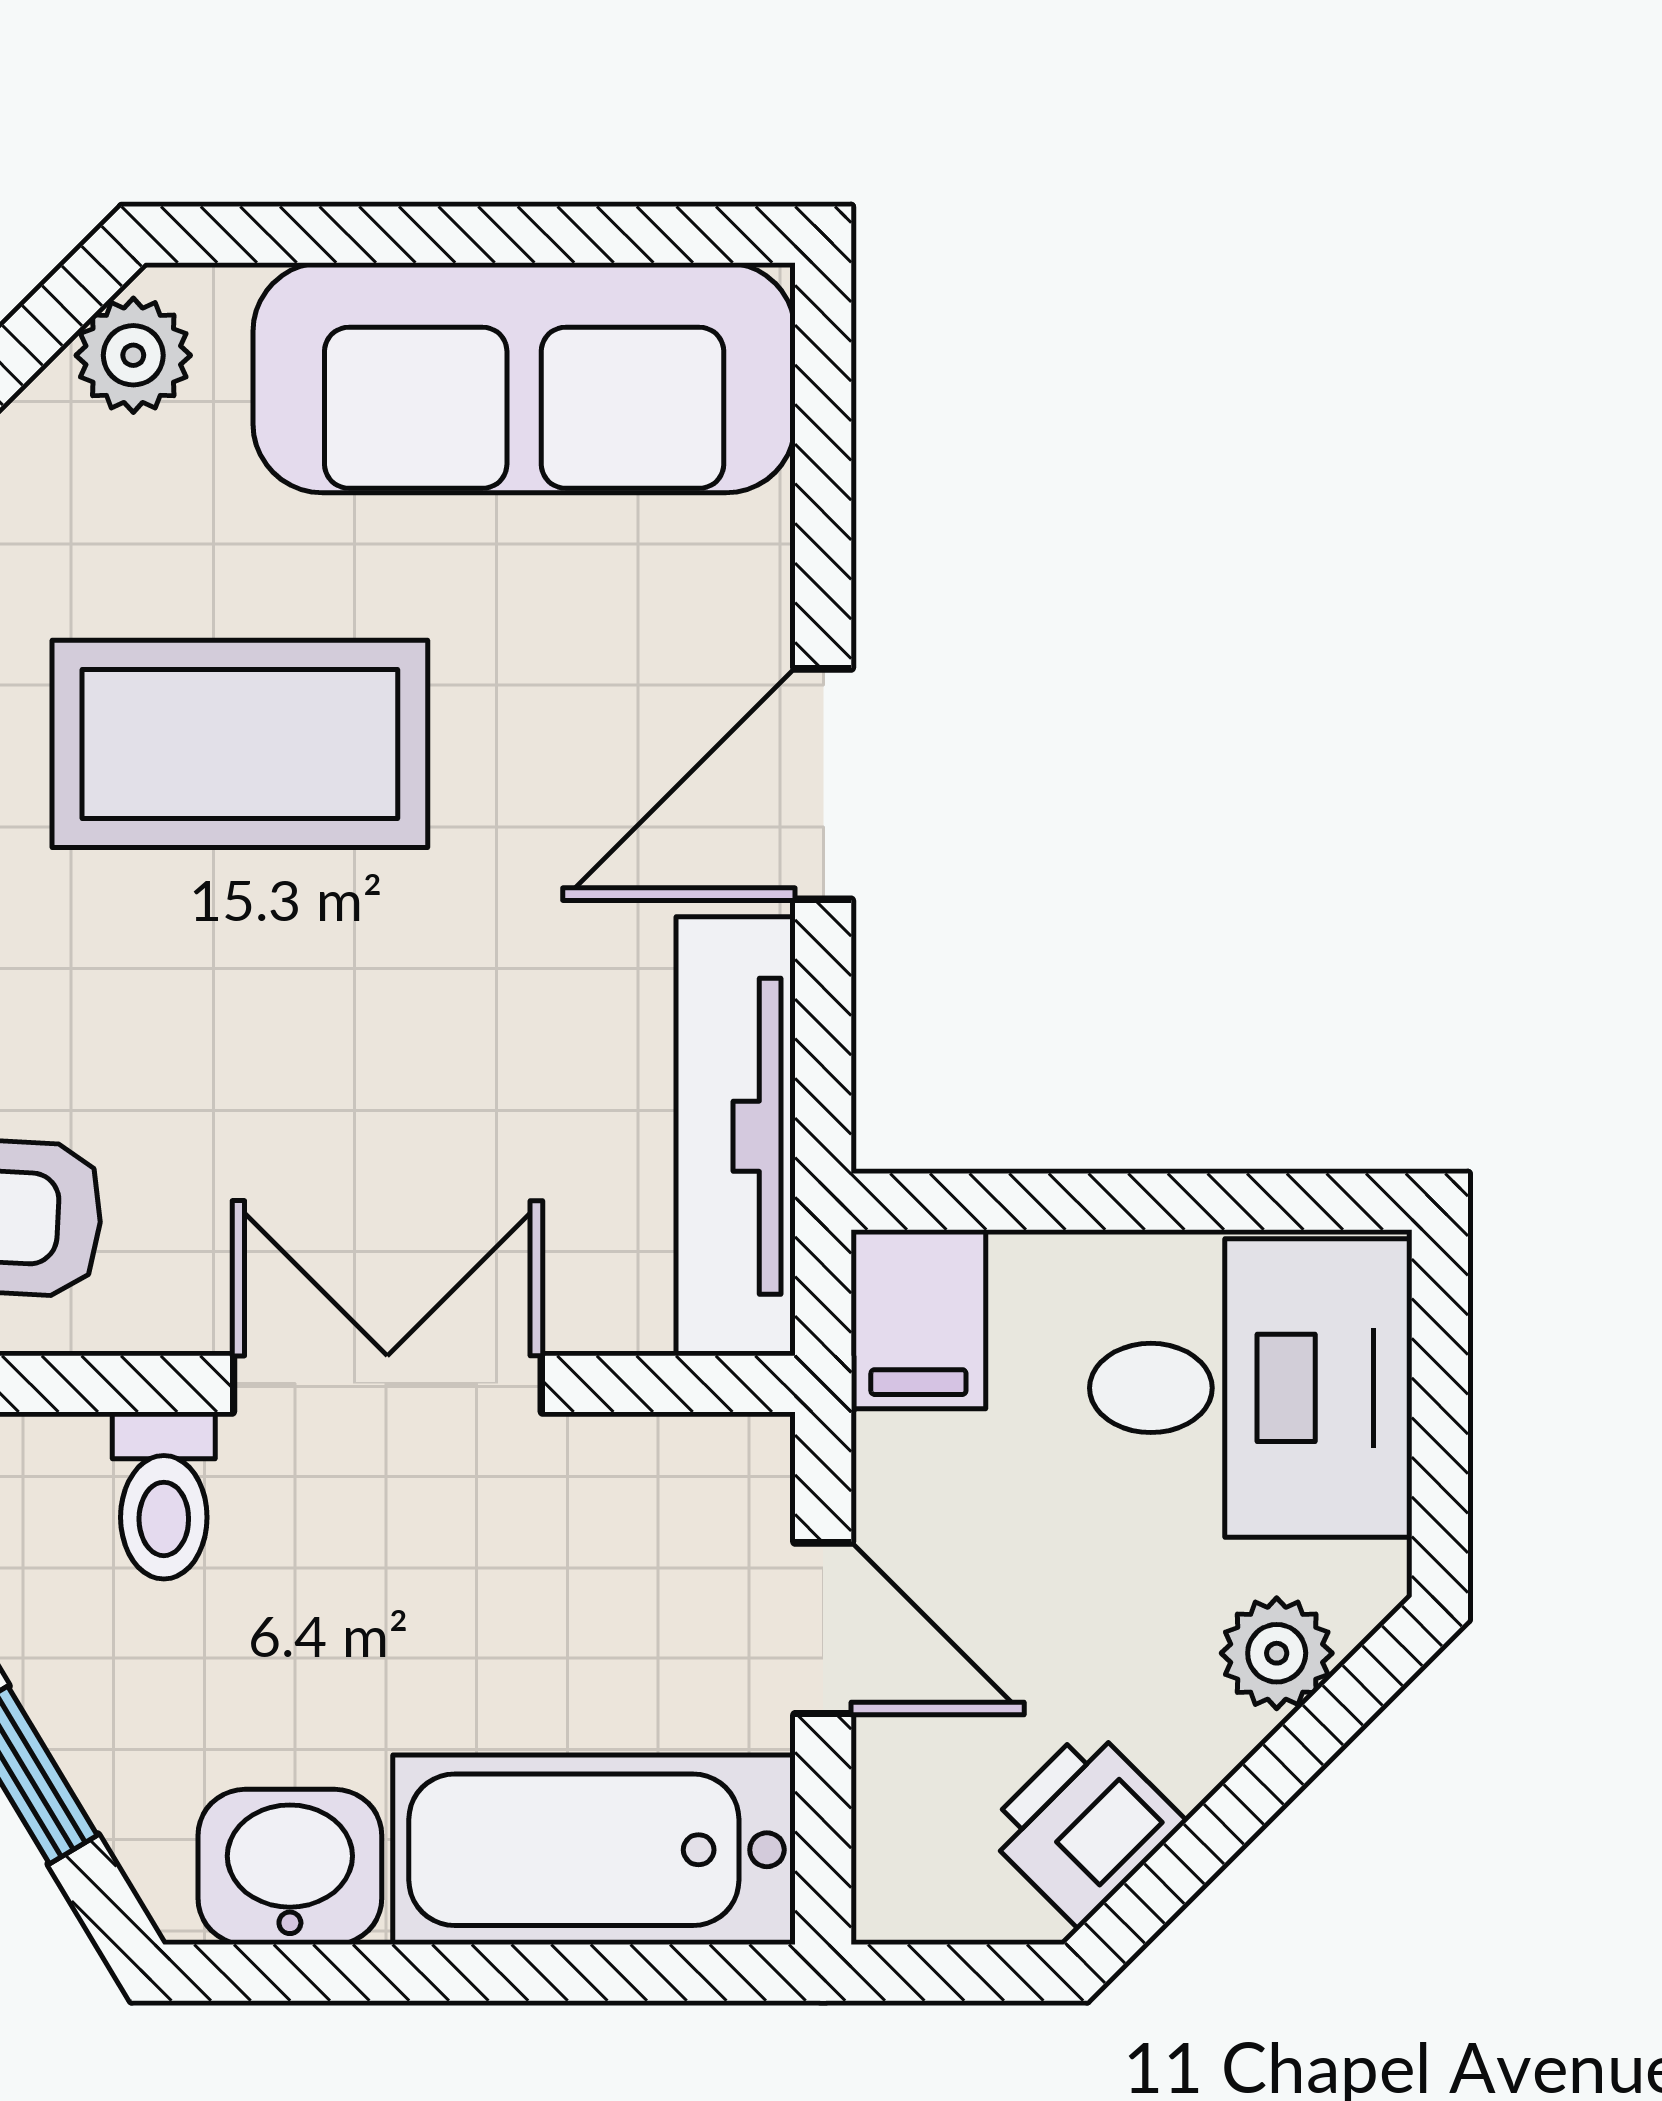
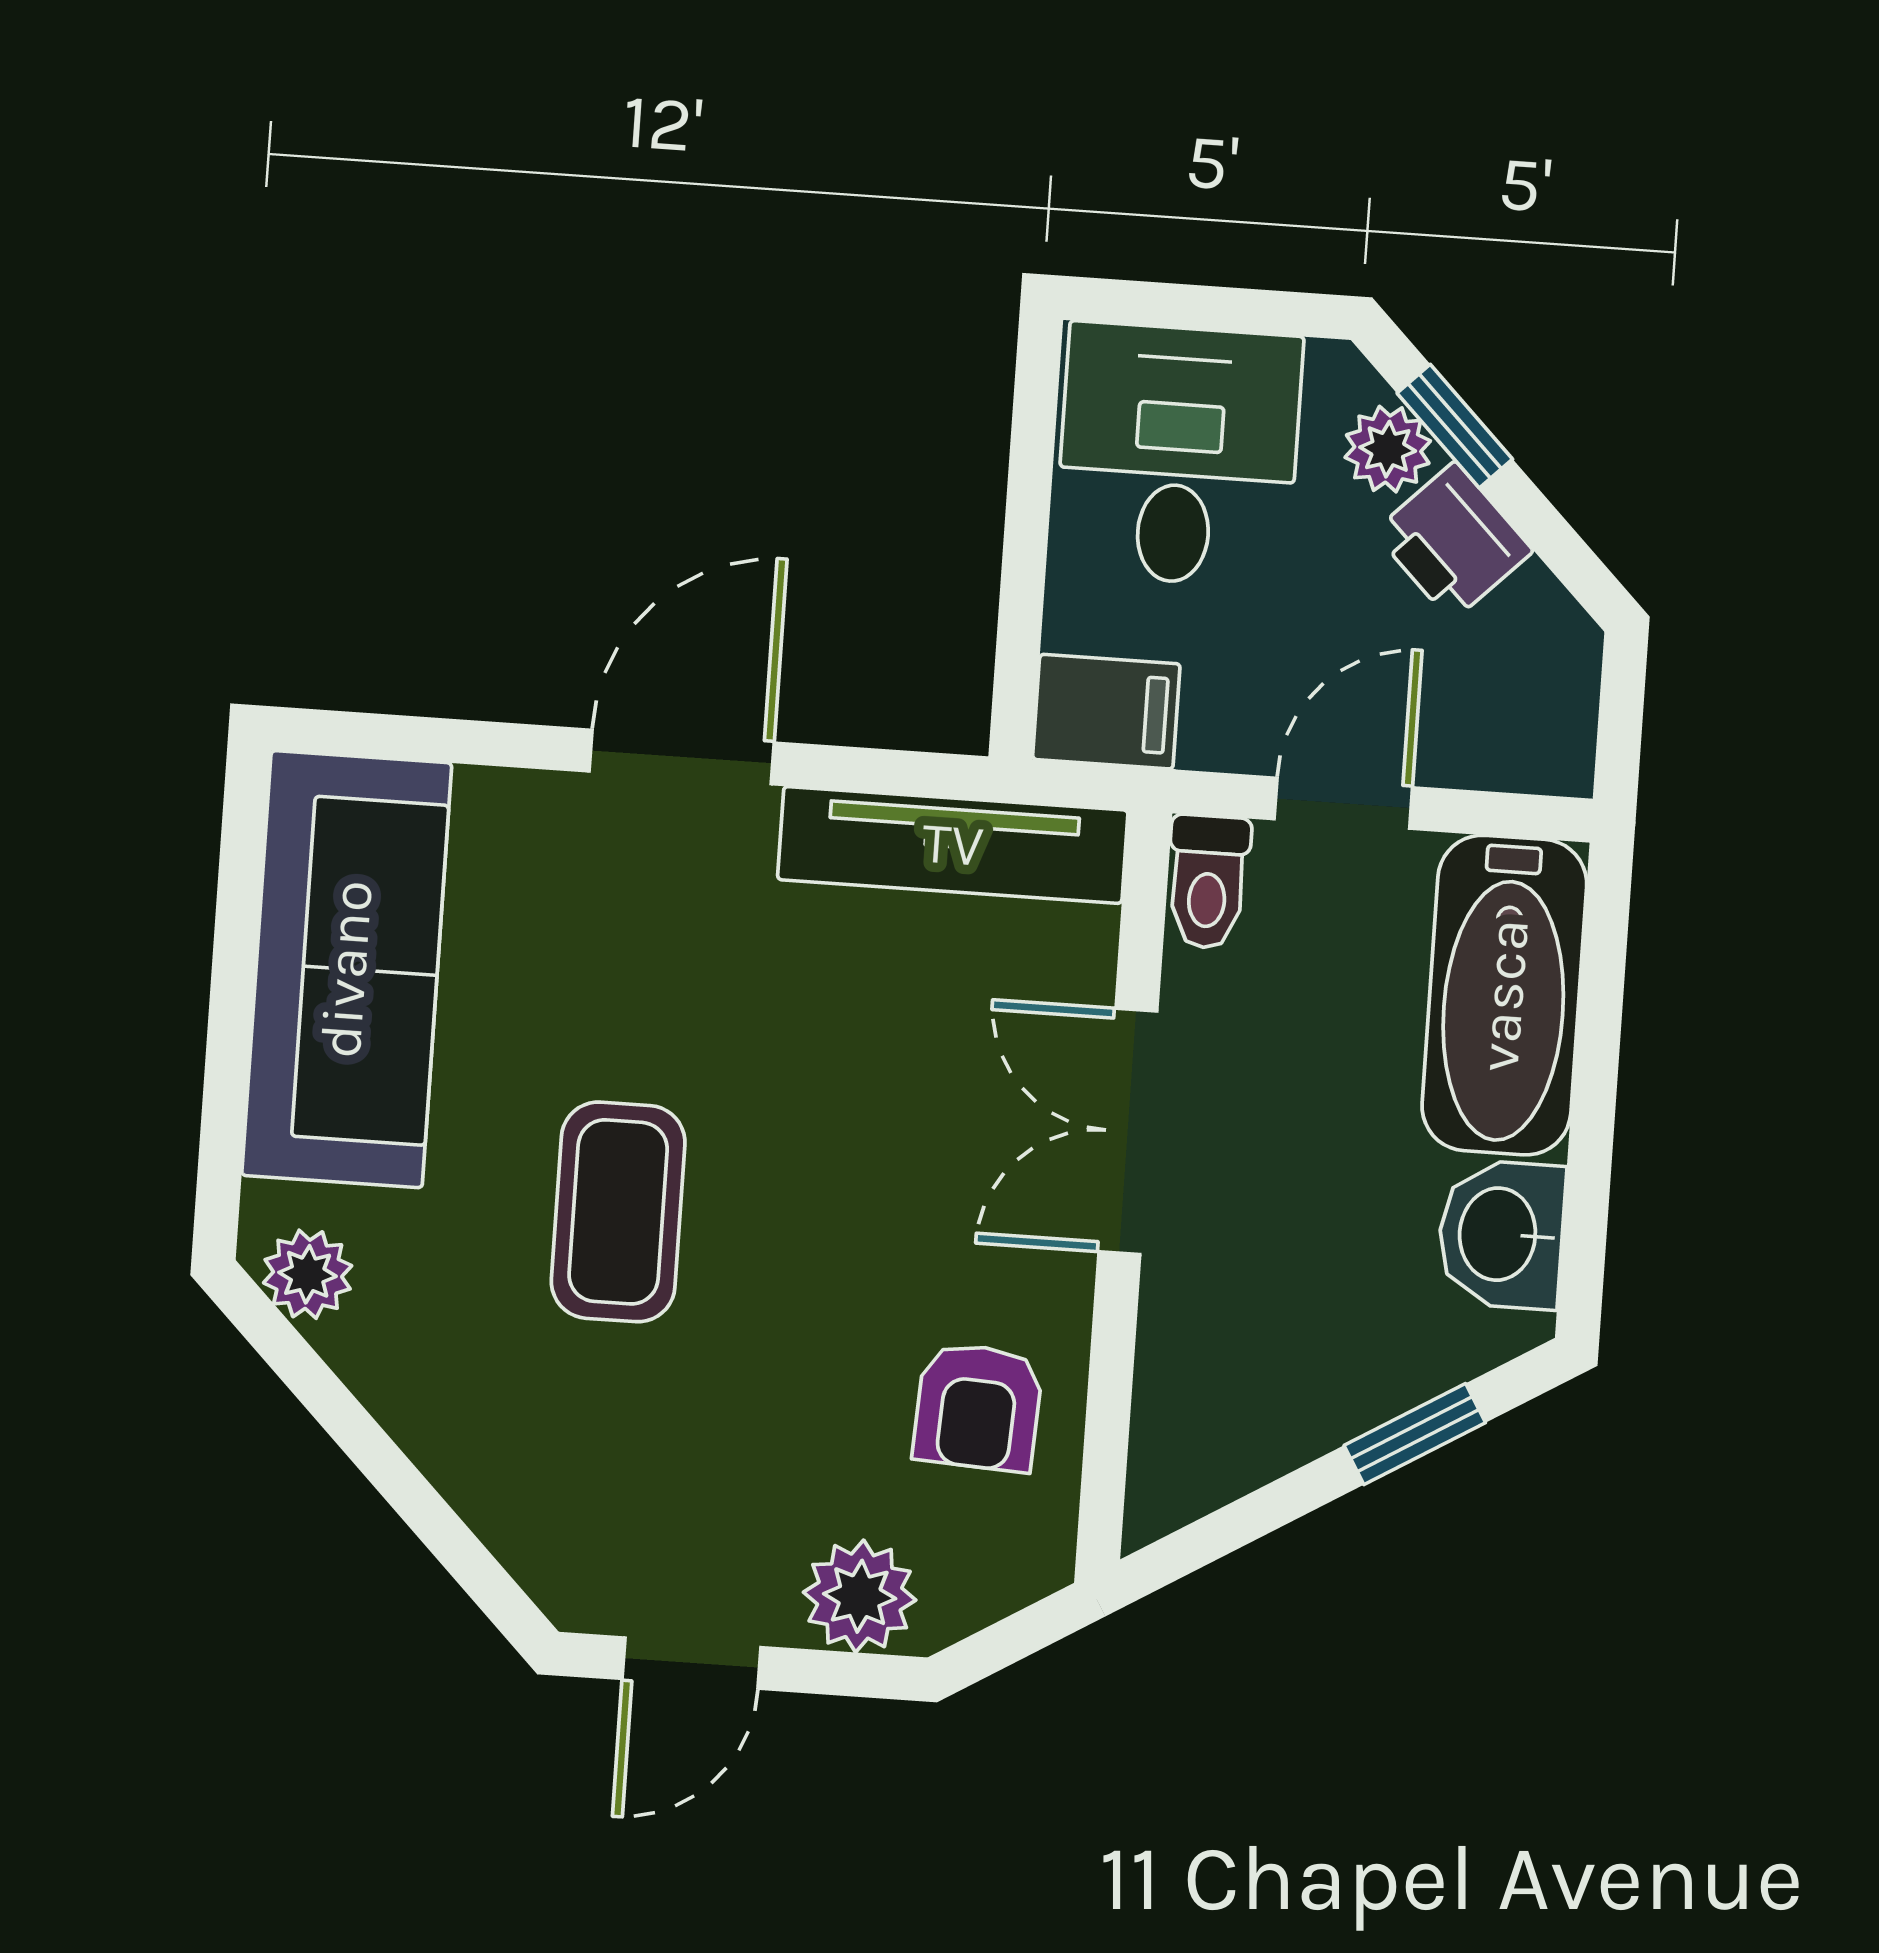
coffee table: (240, 744) -> (618, 1212), width x0.73, depth x0.76
door: (823, 784) -> (682, 757), swing flipped
toilet: (164, 1496) -> (1208, 882), moved, turned 90
window: (1312, 1736) -> (1455, 426), added
printer: (1084, 1826) -> (1453, 541), moved

